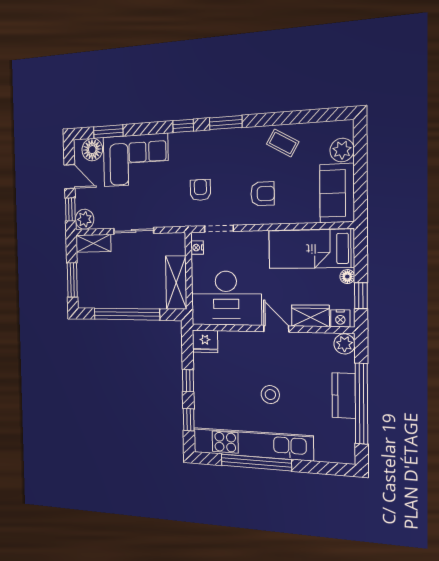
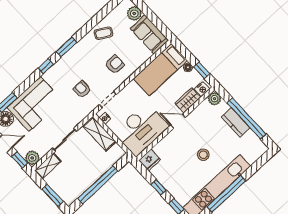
shelving: (176, 282) -> (99, 134), moved

